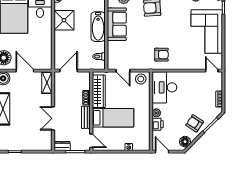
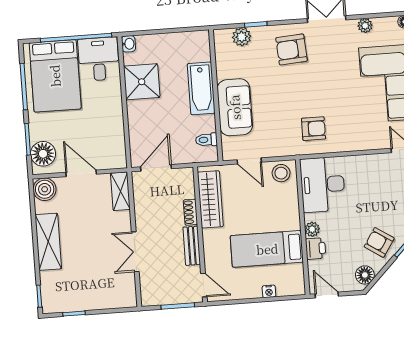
sofa: (117, 24) -> (235, 107), moved
bed: (113, 118) -> (267, 249), moved, turned 180
dresser: (62, 146) -> (154, 298), removed

